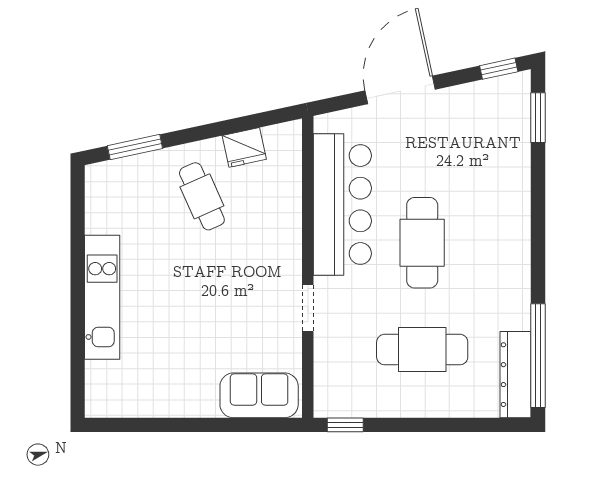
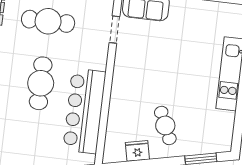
doorway: (308, 308) -> (114, 30), moved

